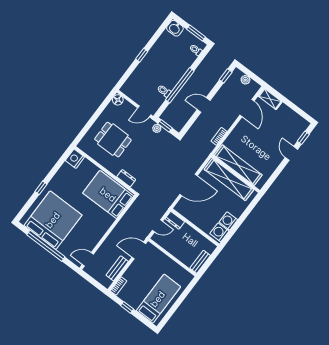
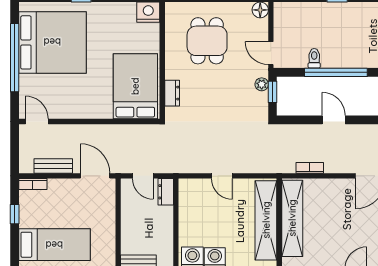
door: (189, 185) -> (222, 176), width x0.53

